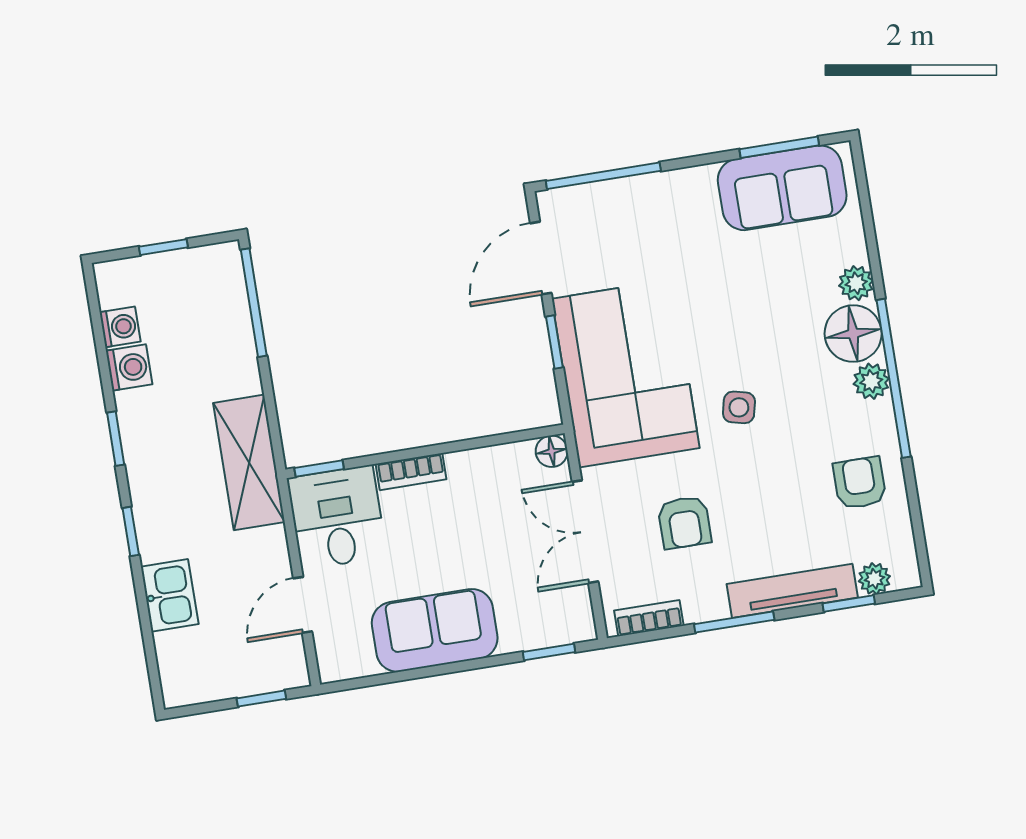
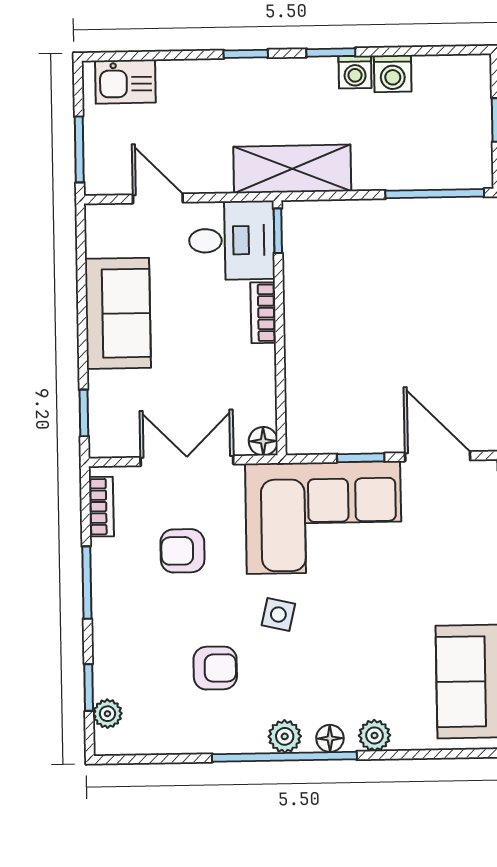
washing machine: (120, 327) -> (355, 72), moved
floor lamp: (853, 334) -> (330, 738), width x0.53, depth x0.53
armchair: (860, 483) -> (215, 668), moved
tv unit: (792, 591) -> (107, 639), removed
kitchen sink: (170, 595) -> (125, 82), moved
window: (261, 699) -> (79, 149), width x1.50

